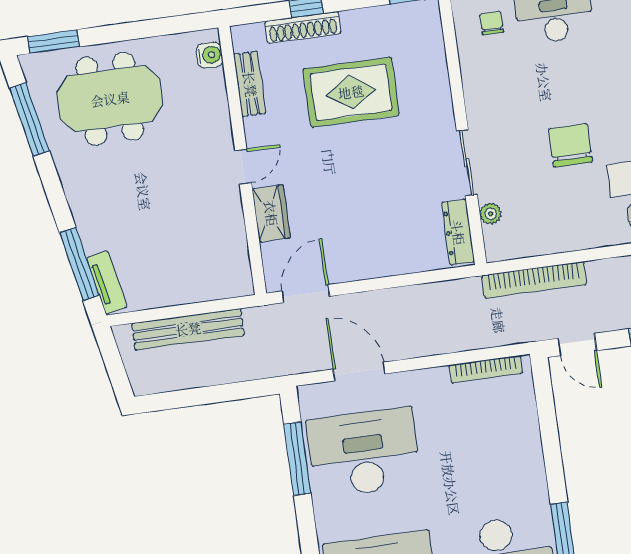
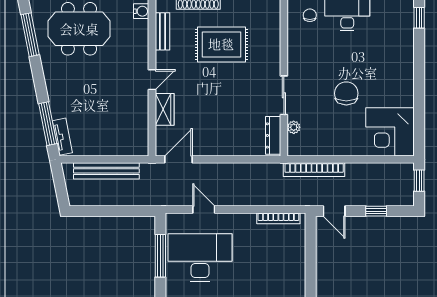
door: (359, 372) -> (204, 209), width x0.73

